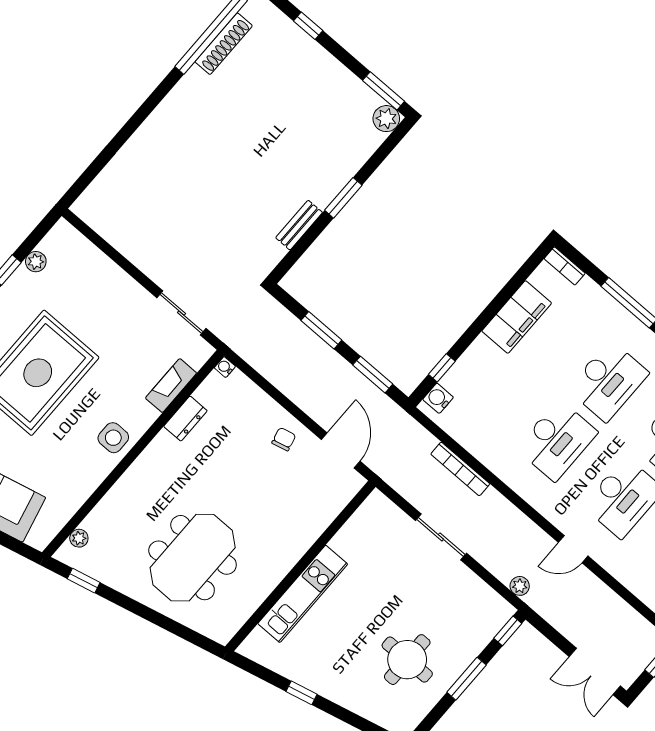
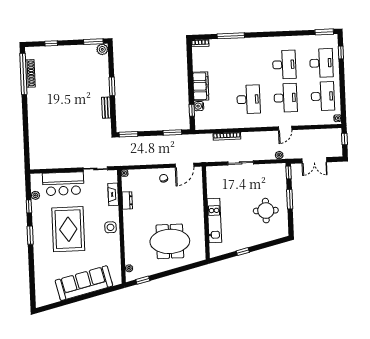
bar counter: (102, 286) -> (63, 184), added
filing cabinet: (517, 317) -> (201, 86), moved
window: (321, 330) -> (128, 134), moved
desk: (608, 381) -> (247, 66), removed
water cooler: (438, 398) -> (199, 106), moved
door: (341, 450) -> (185, 165), swing flipped
meeting table: (193, 558) -> (170, 241), turned 90
double door: (595, 671) -> (314, 160), moved

